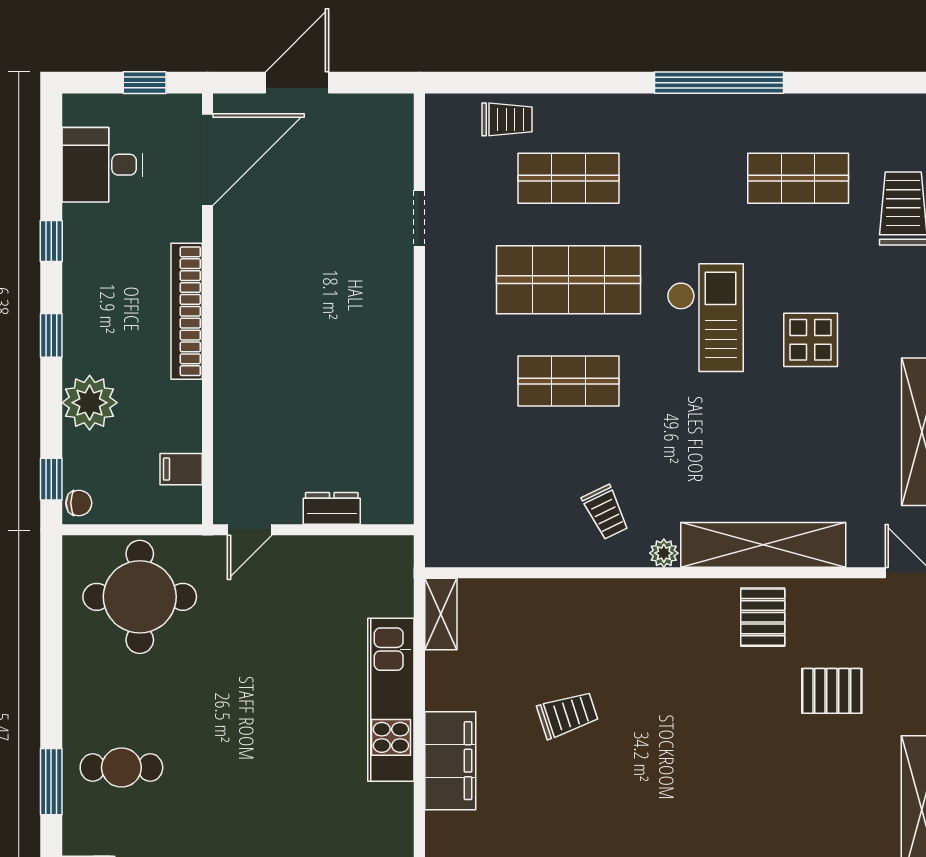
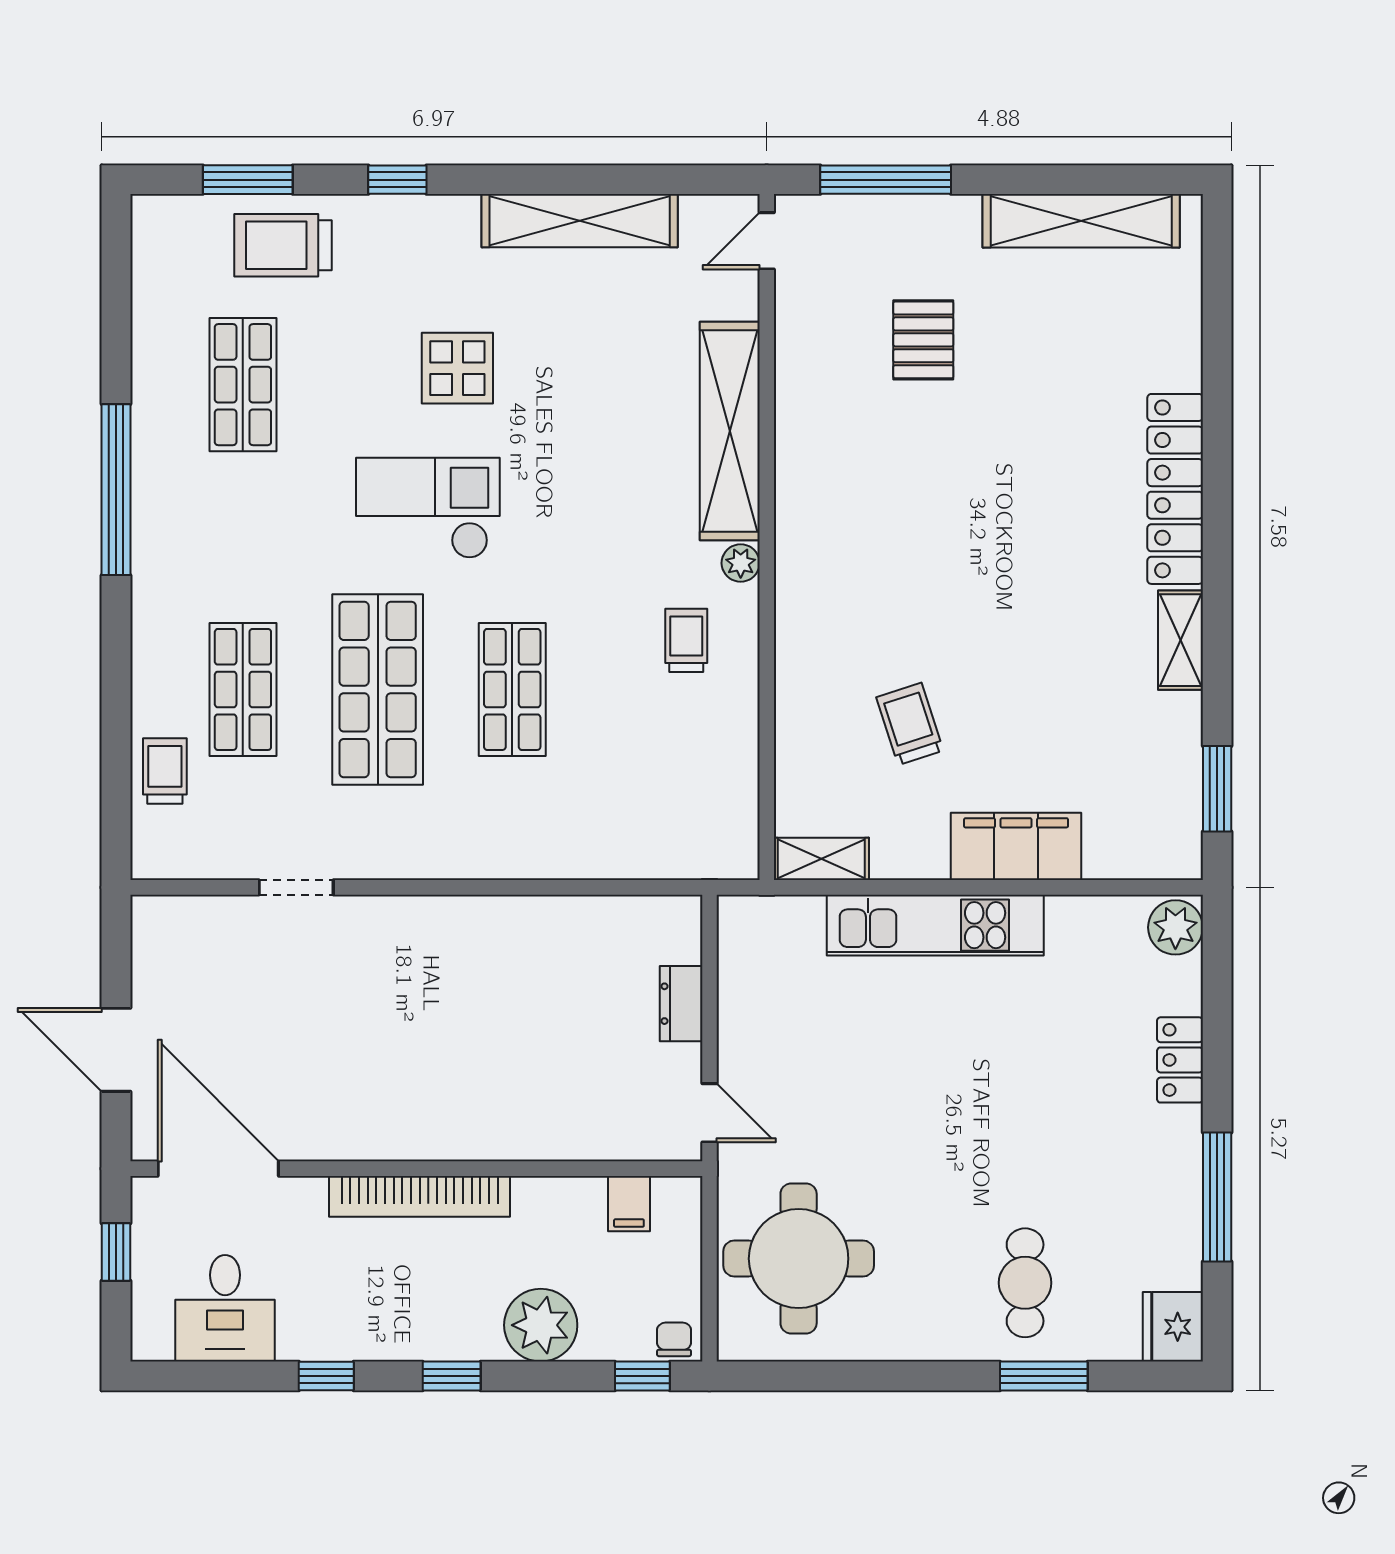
trolley: (606, 512) -> (686, 640), turned -64
pallet: (763, 617) -> (826, 432), removed
trolley: (568, 715) -> (910, 724), moved

